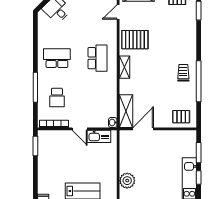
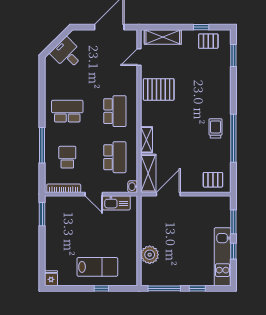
shelving: (125, 67) -> (147, 140), moved
school desk: (57, 97) -> (67, 157), turned 180
school desk: (98, 97) -> (115, 157), added

